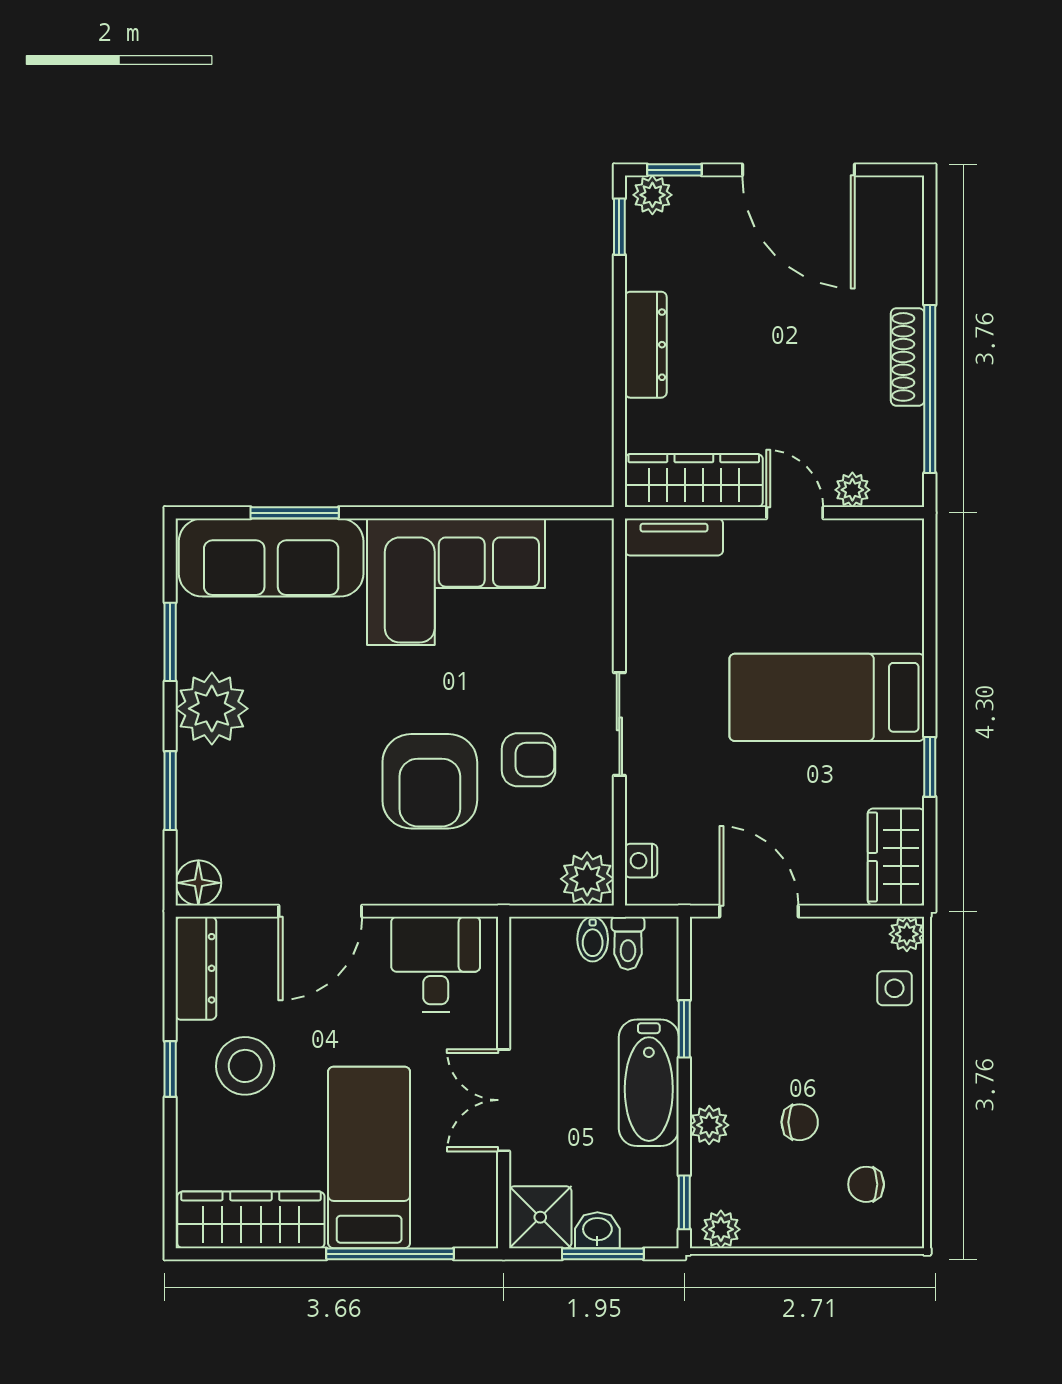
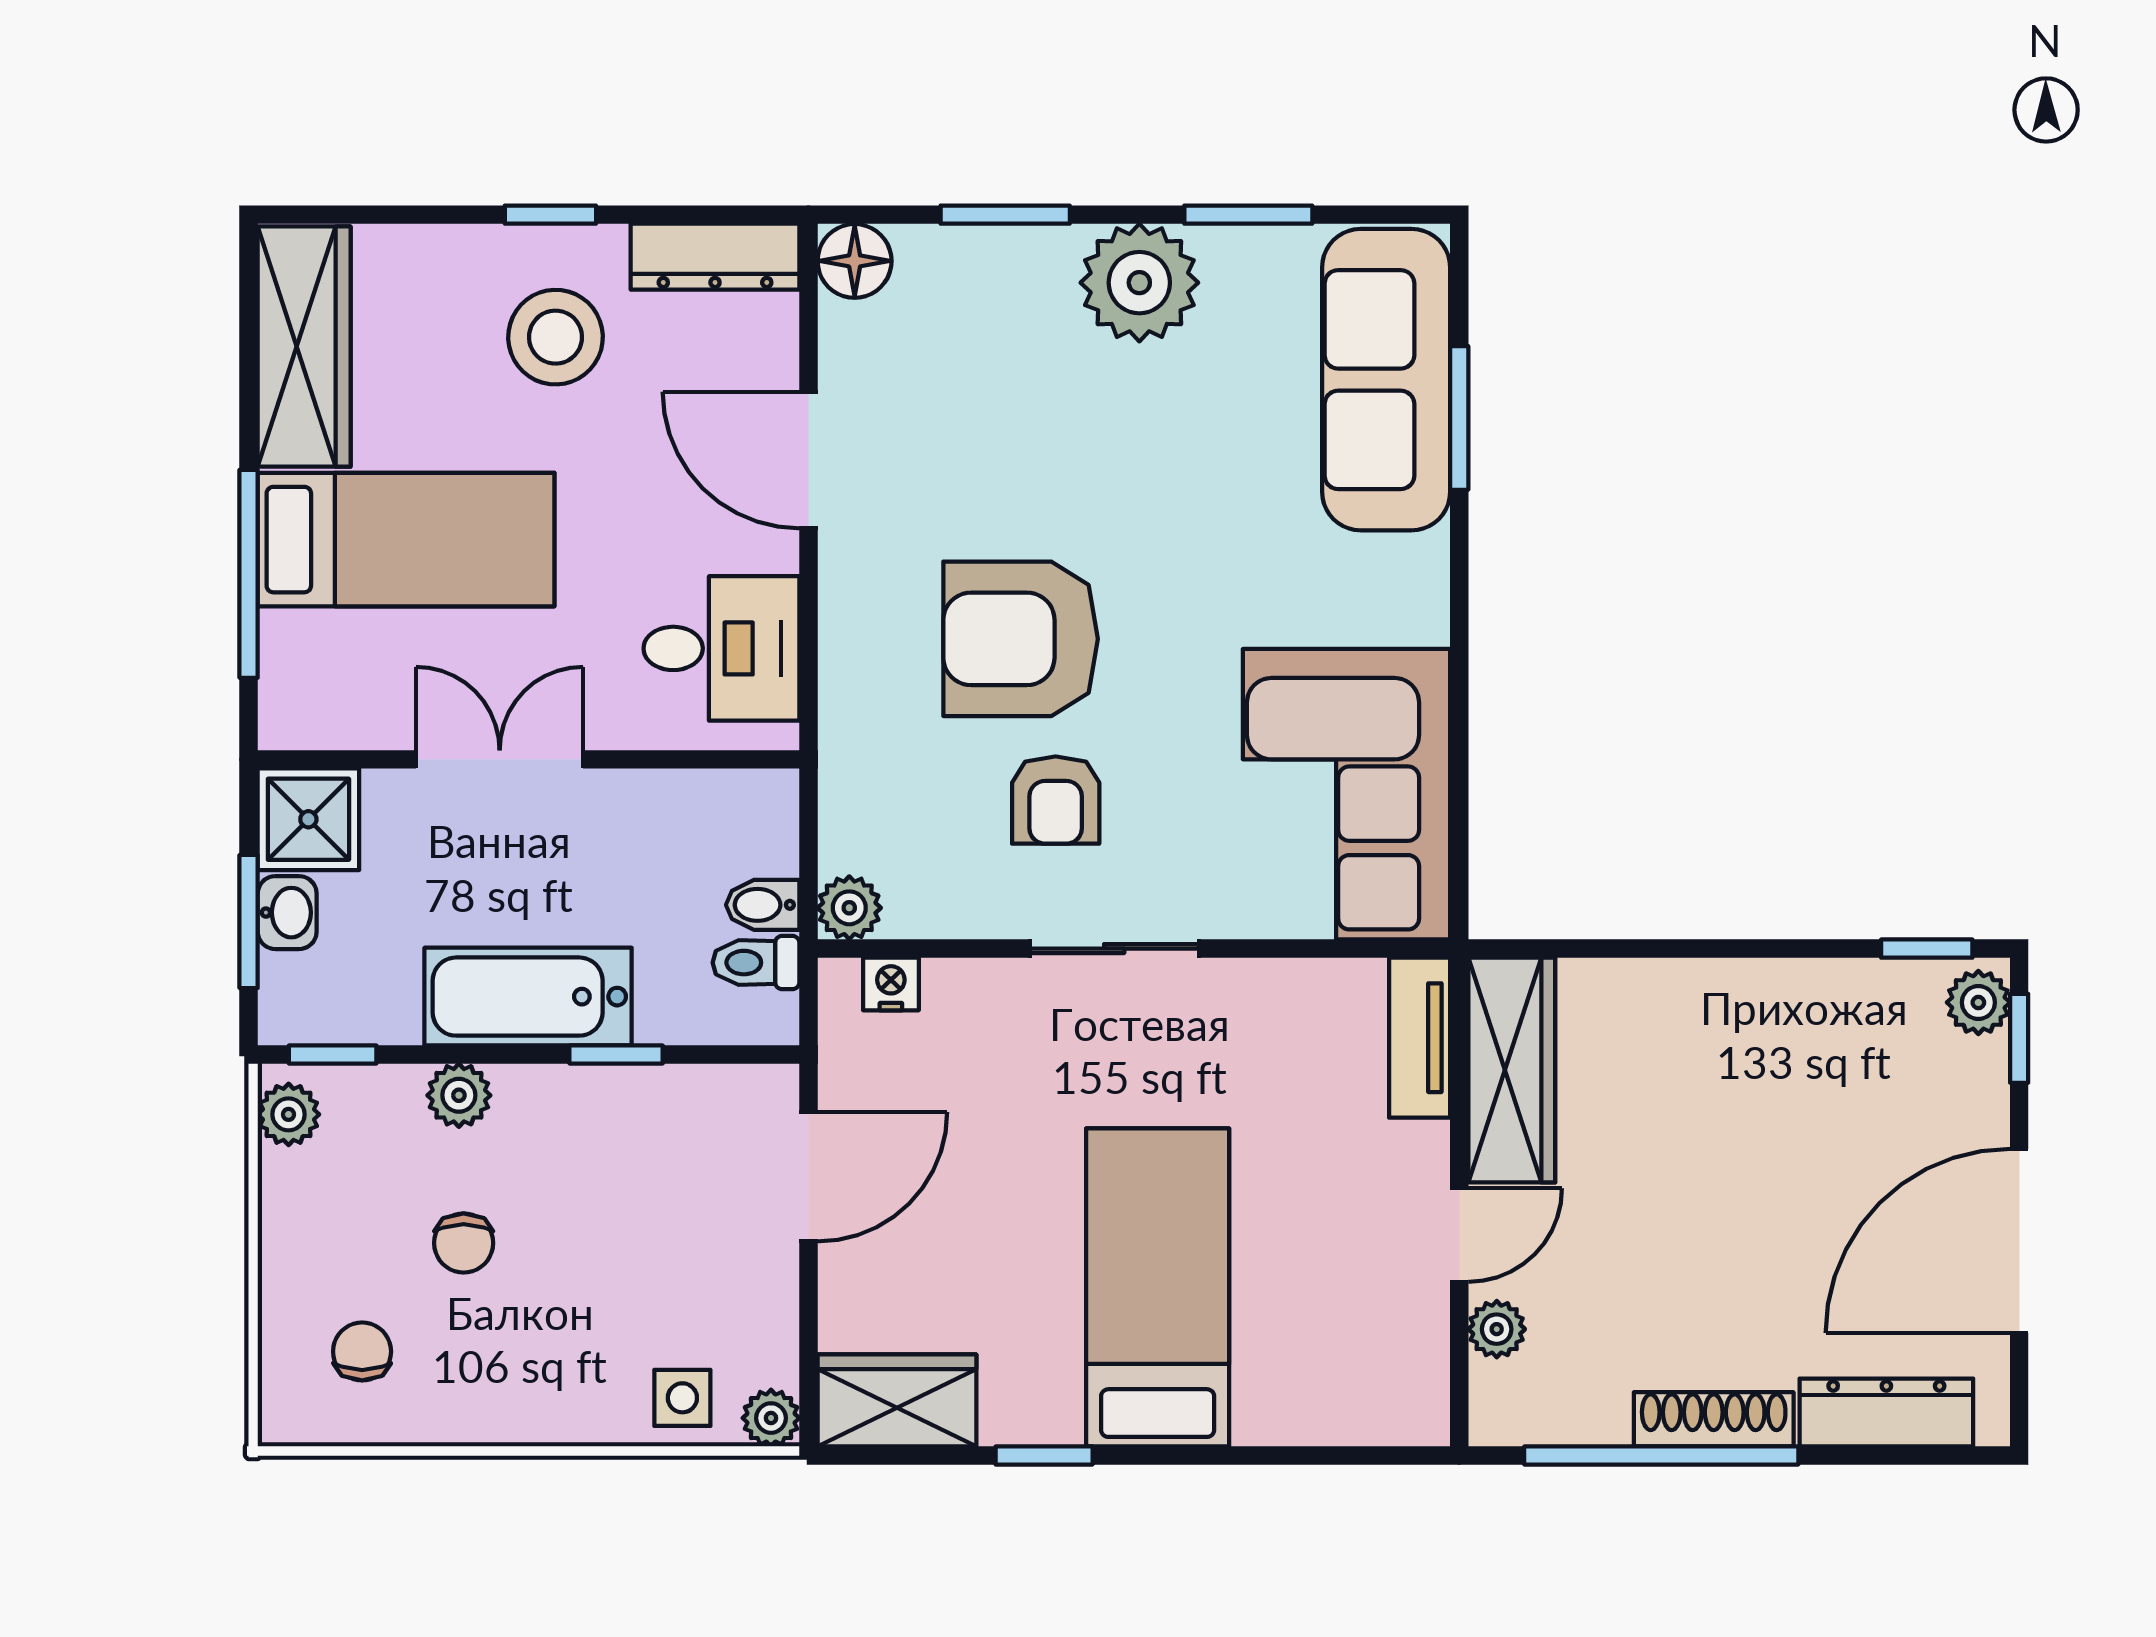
dresser: (646, 345) -> (1886, 1412), moved, turned 180
corner sofa: (456, 582) -> (1346, 794), moved
plant: (587, 879) -> (849, 908), width x0.73, depth x0.73

